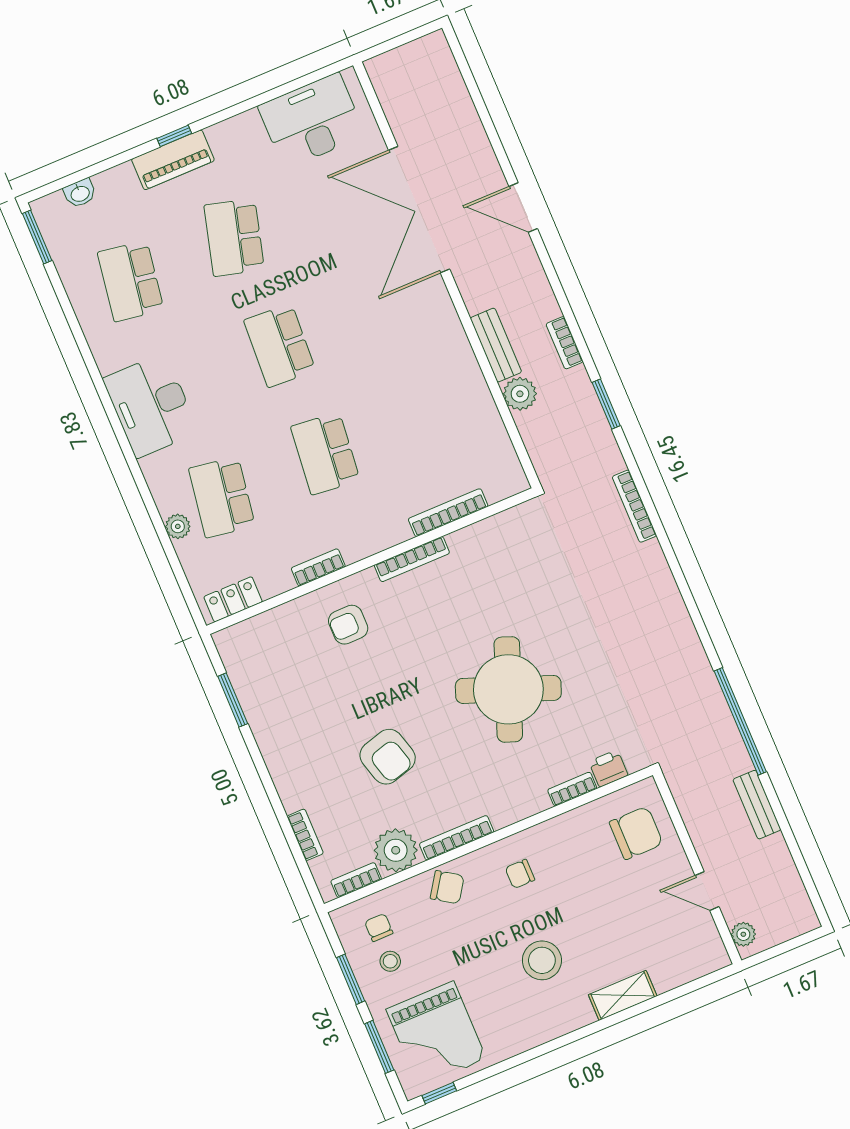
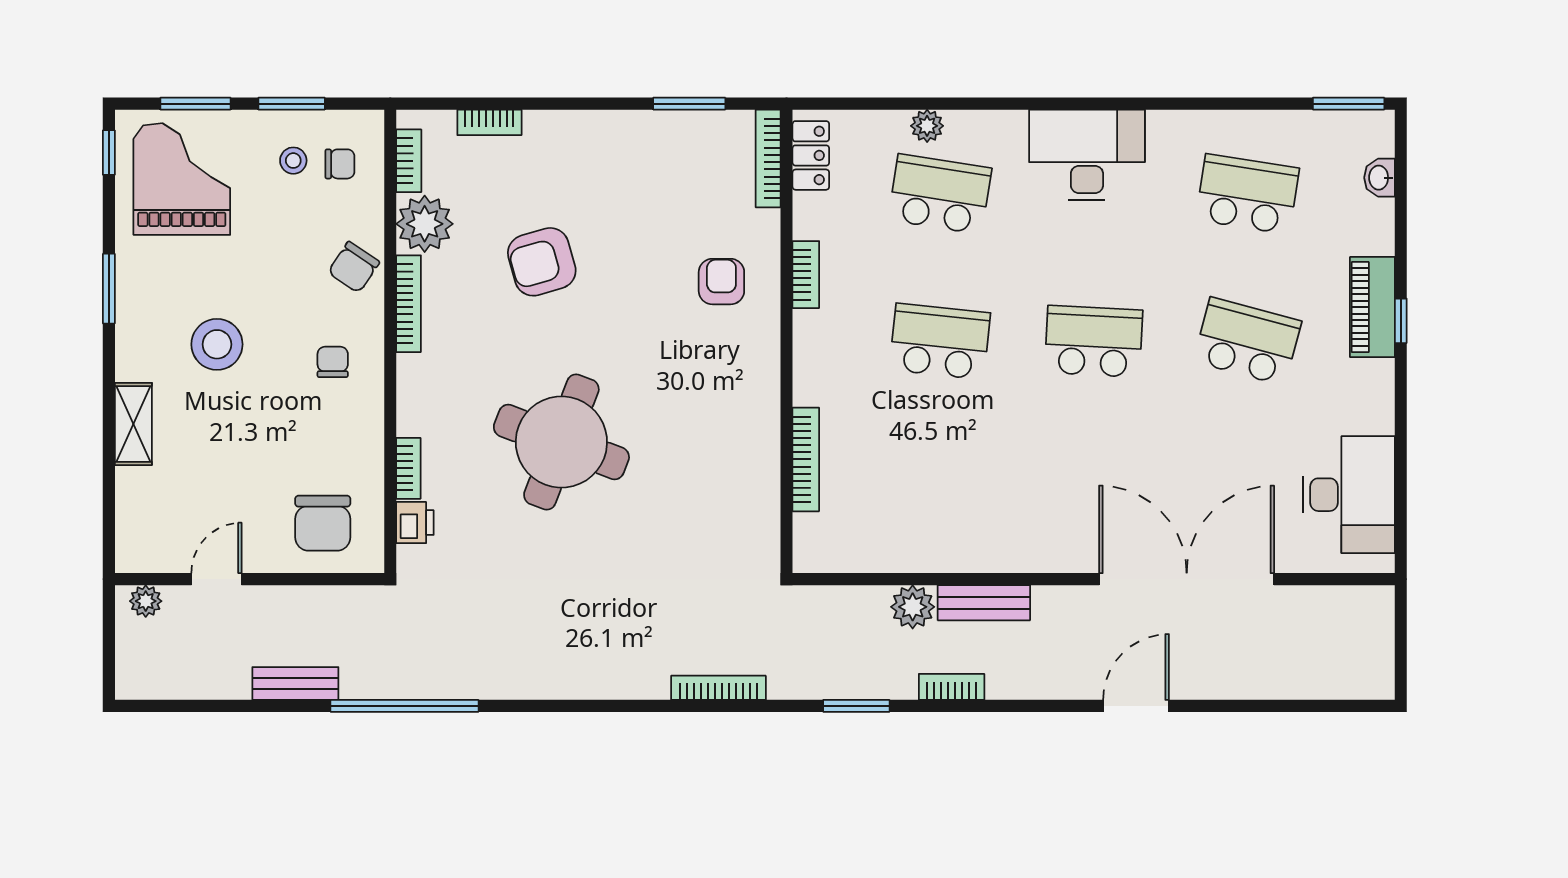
bookcase: (412, 559) -> (768, 158), moved
grand piano: (436, 1034) -> (182, 179), turned 90
window: (535, 1053) -> (109, 289), added

